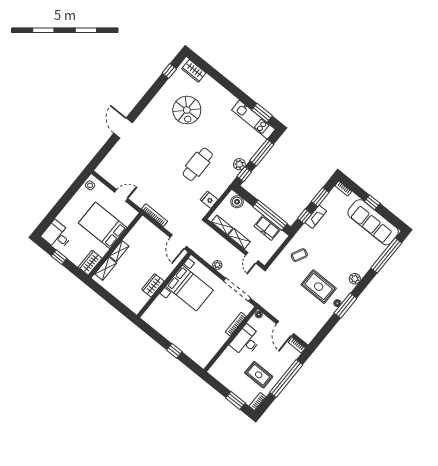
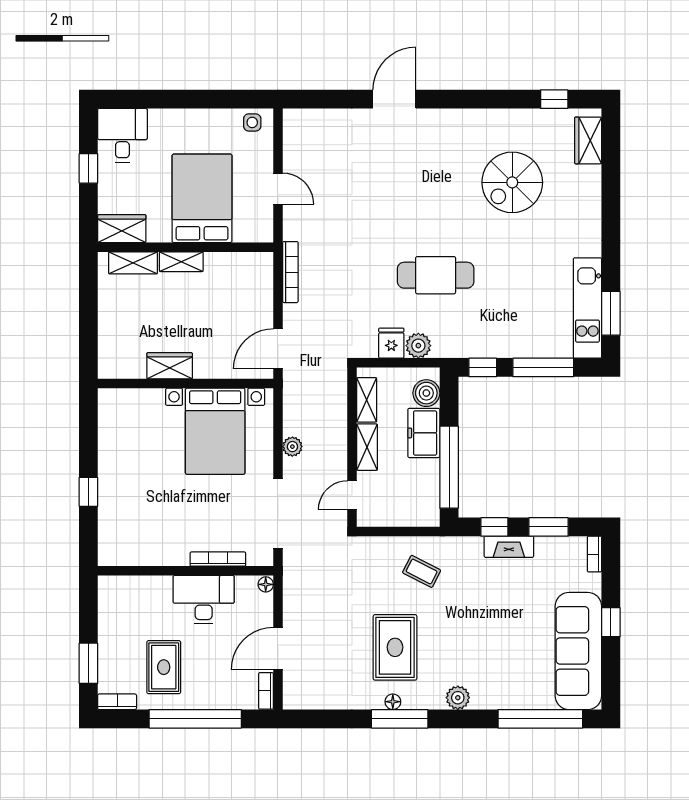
plant: (239, 164) -> (418, 346), moved
freezer: (267, 228) -> (424, 433), moved

